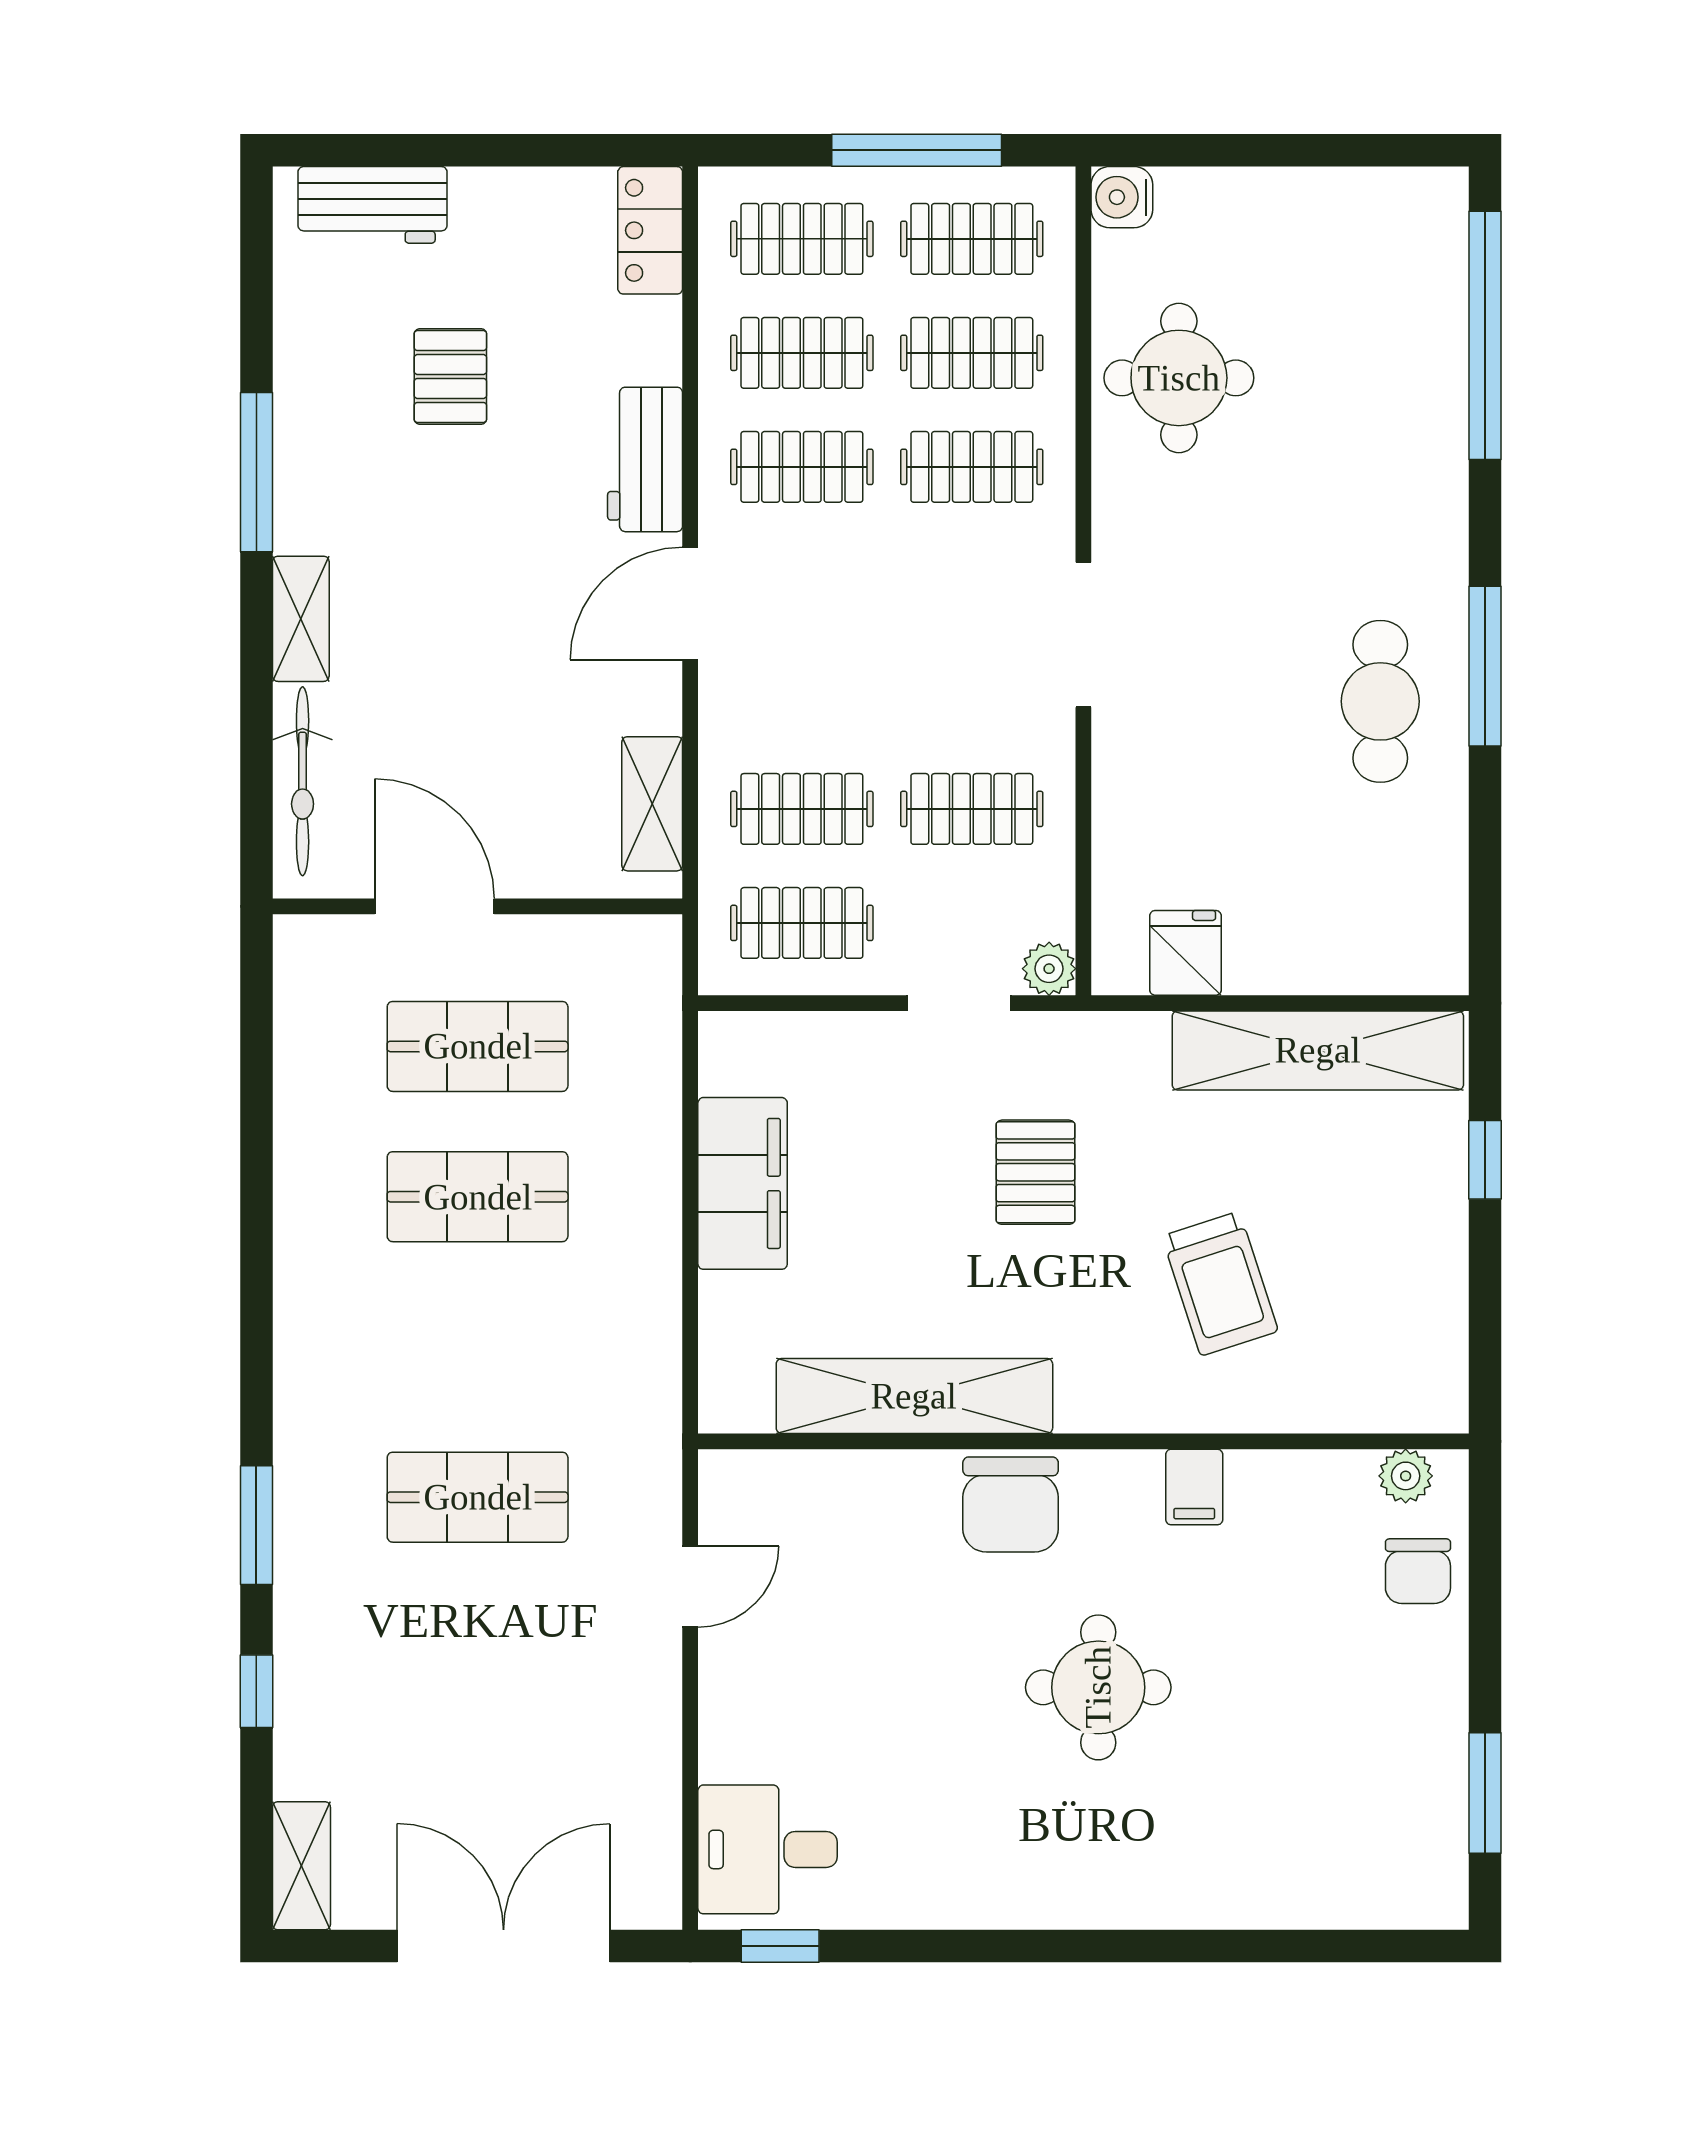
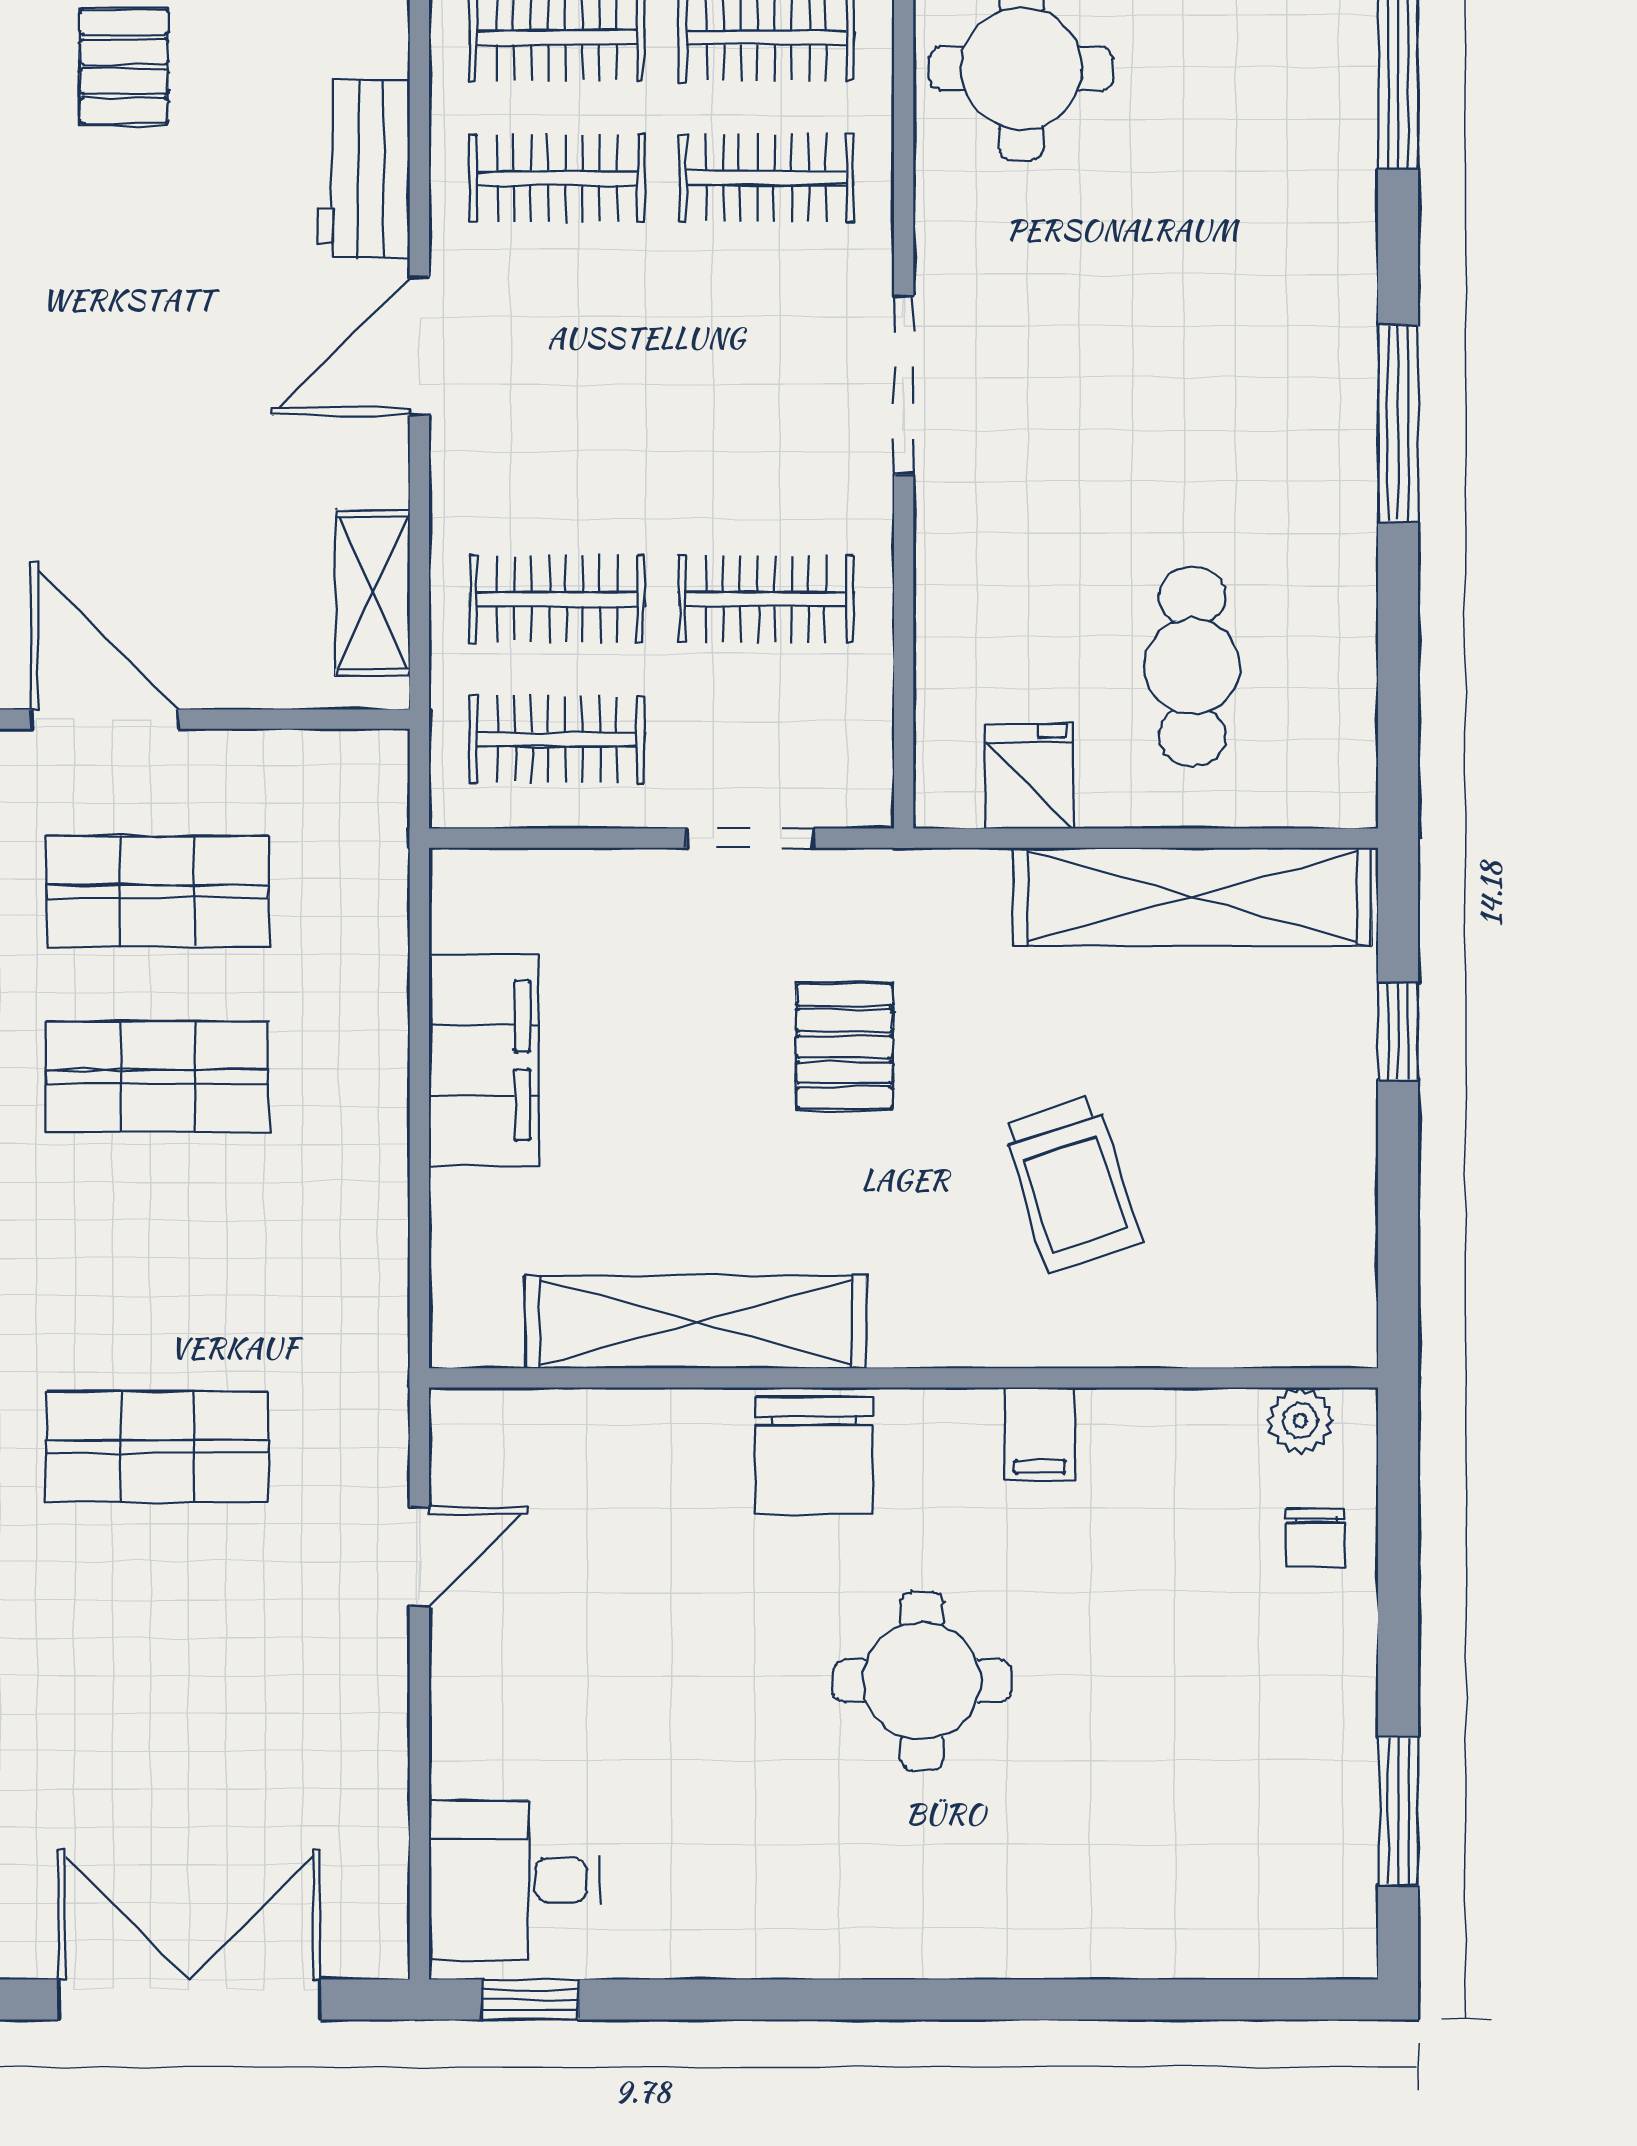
cafe table: (1380, 701) -> (1192, 666), moved
plant: (1049, 969) -> (861, 796), removed
chair: (1418, 1571) -> (1316, 1538), width x0.73, depth x0.73

